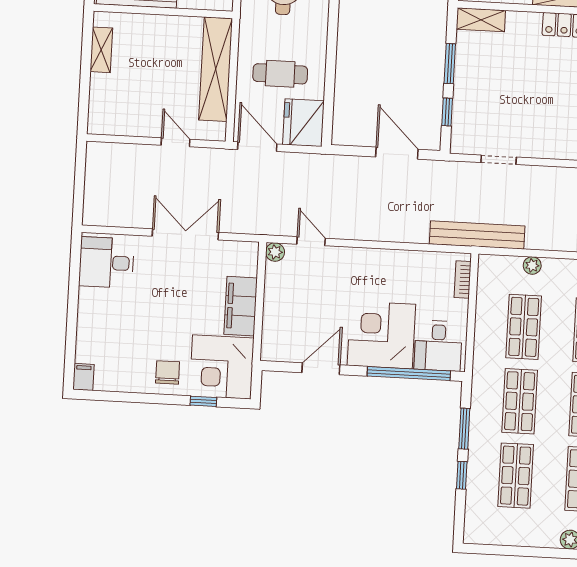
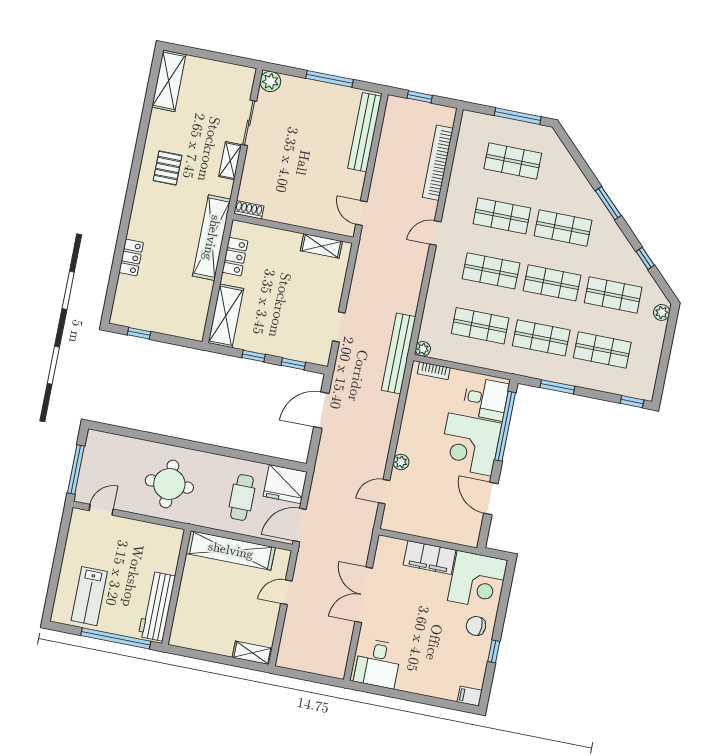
shelving: (481, 20) -> (226, 316), width x1.50, depth x1.33
shelving: (101, 50) -> (252, 653), moved
window: (450, 64) -> (254, 356), width x0.67
plant: (275, 252) -> (401, 462), moved
plant: (532, 265) -> (423, 349), moved
window: (203, 401) -> (494, 651), moved
window: (462, 475) -> (632, 402), moved

